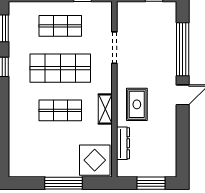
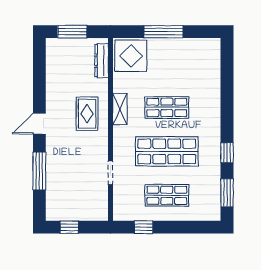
doorway: (114, 48) -> (111, 173), width x0.73
window: (183, 49) -> (39, 171), width x0.68
dresser: (123, 143) -> (101, 61), moved

